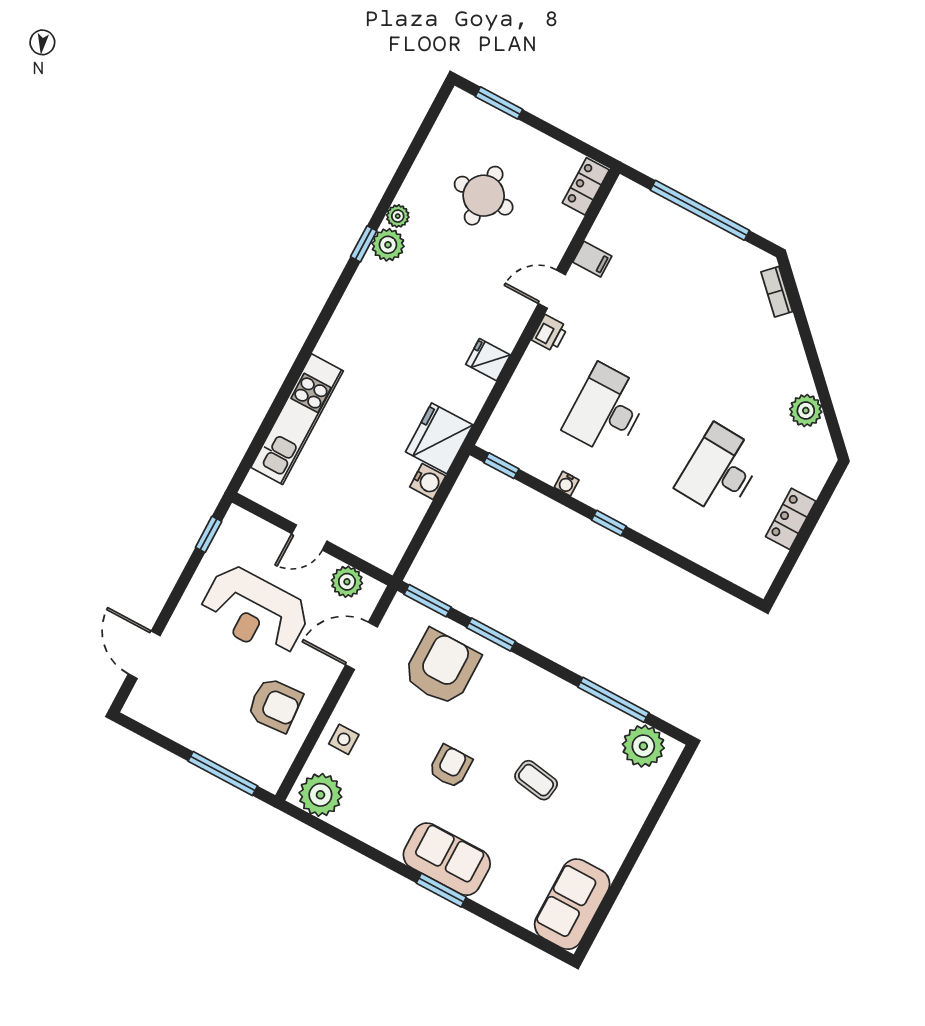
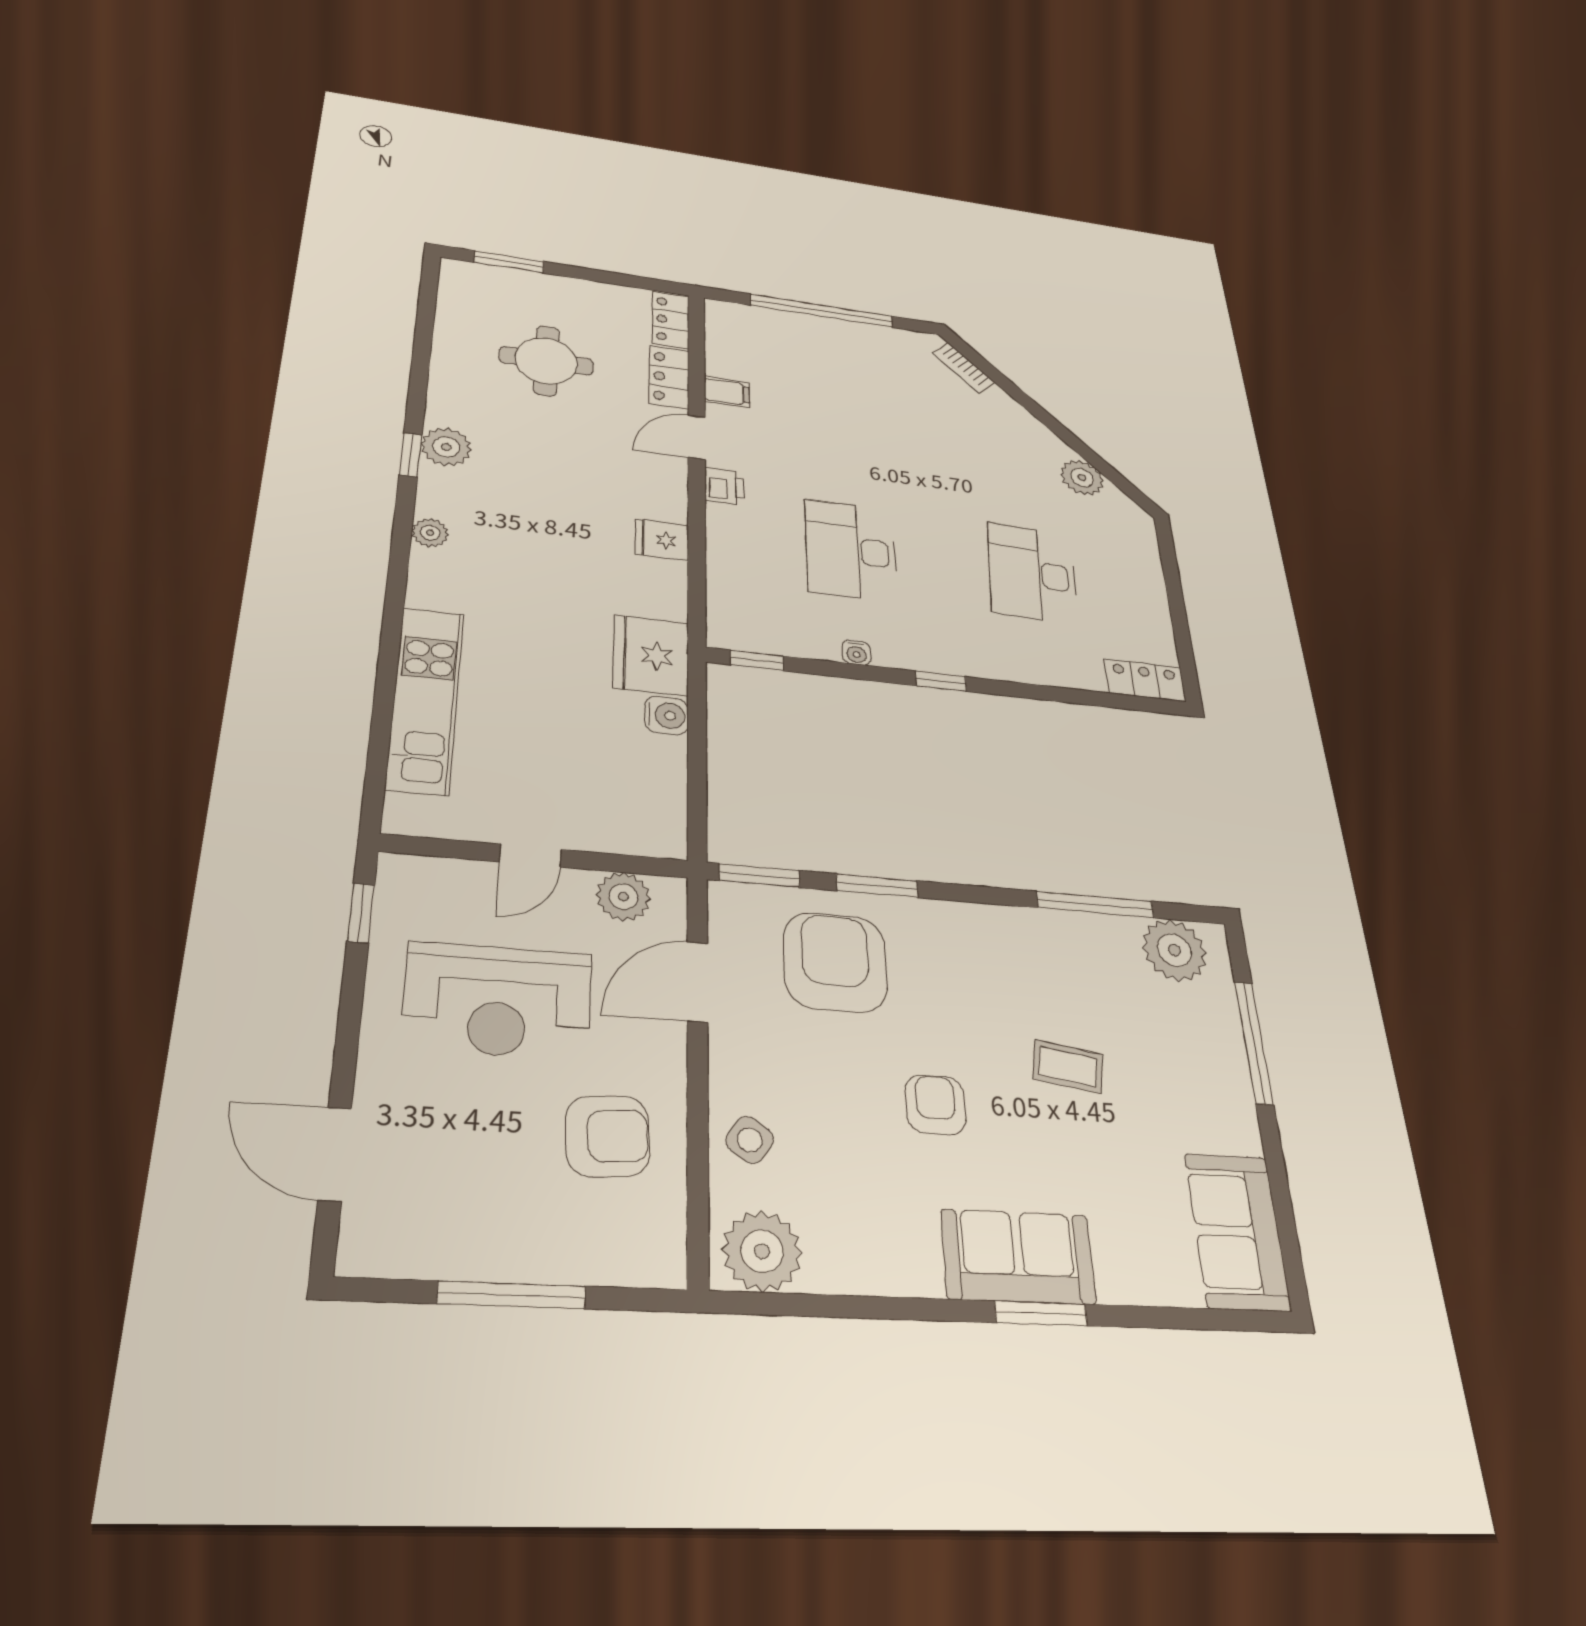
plant: (398, 216) -> (430, 533), moved
locker: (559, 235) -> (669, 377), added
locker: (791, 519) -> (1145, 680), moved, turned 90
side table: (344, 739) -> (750, 1140), turned 36
window: (223, 773) -> (512, 1295), moved
window: (654, 817) -> (1254, 1043), added

